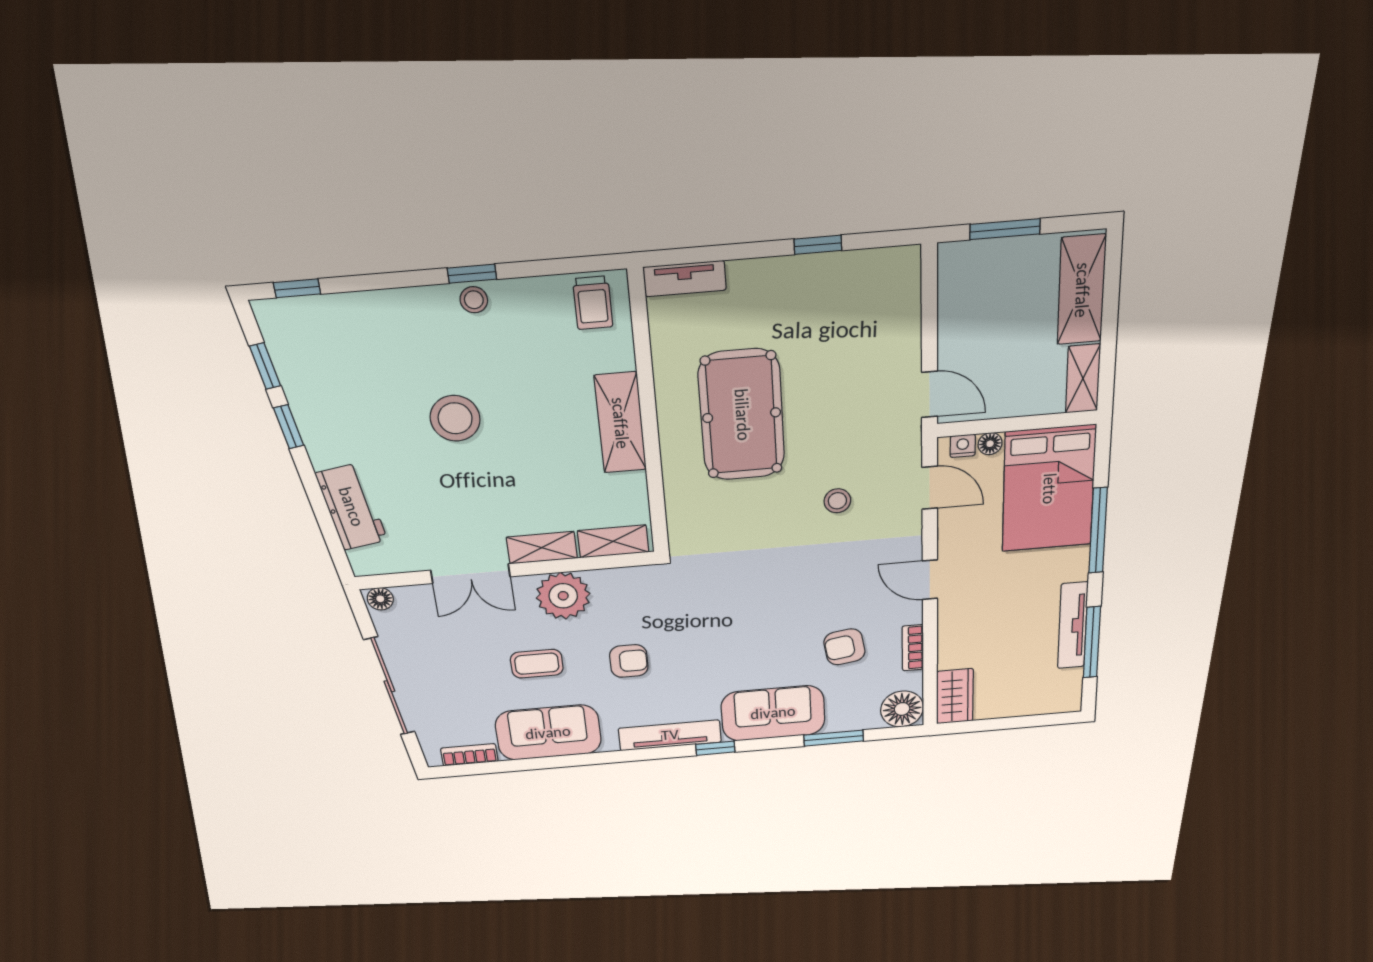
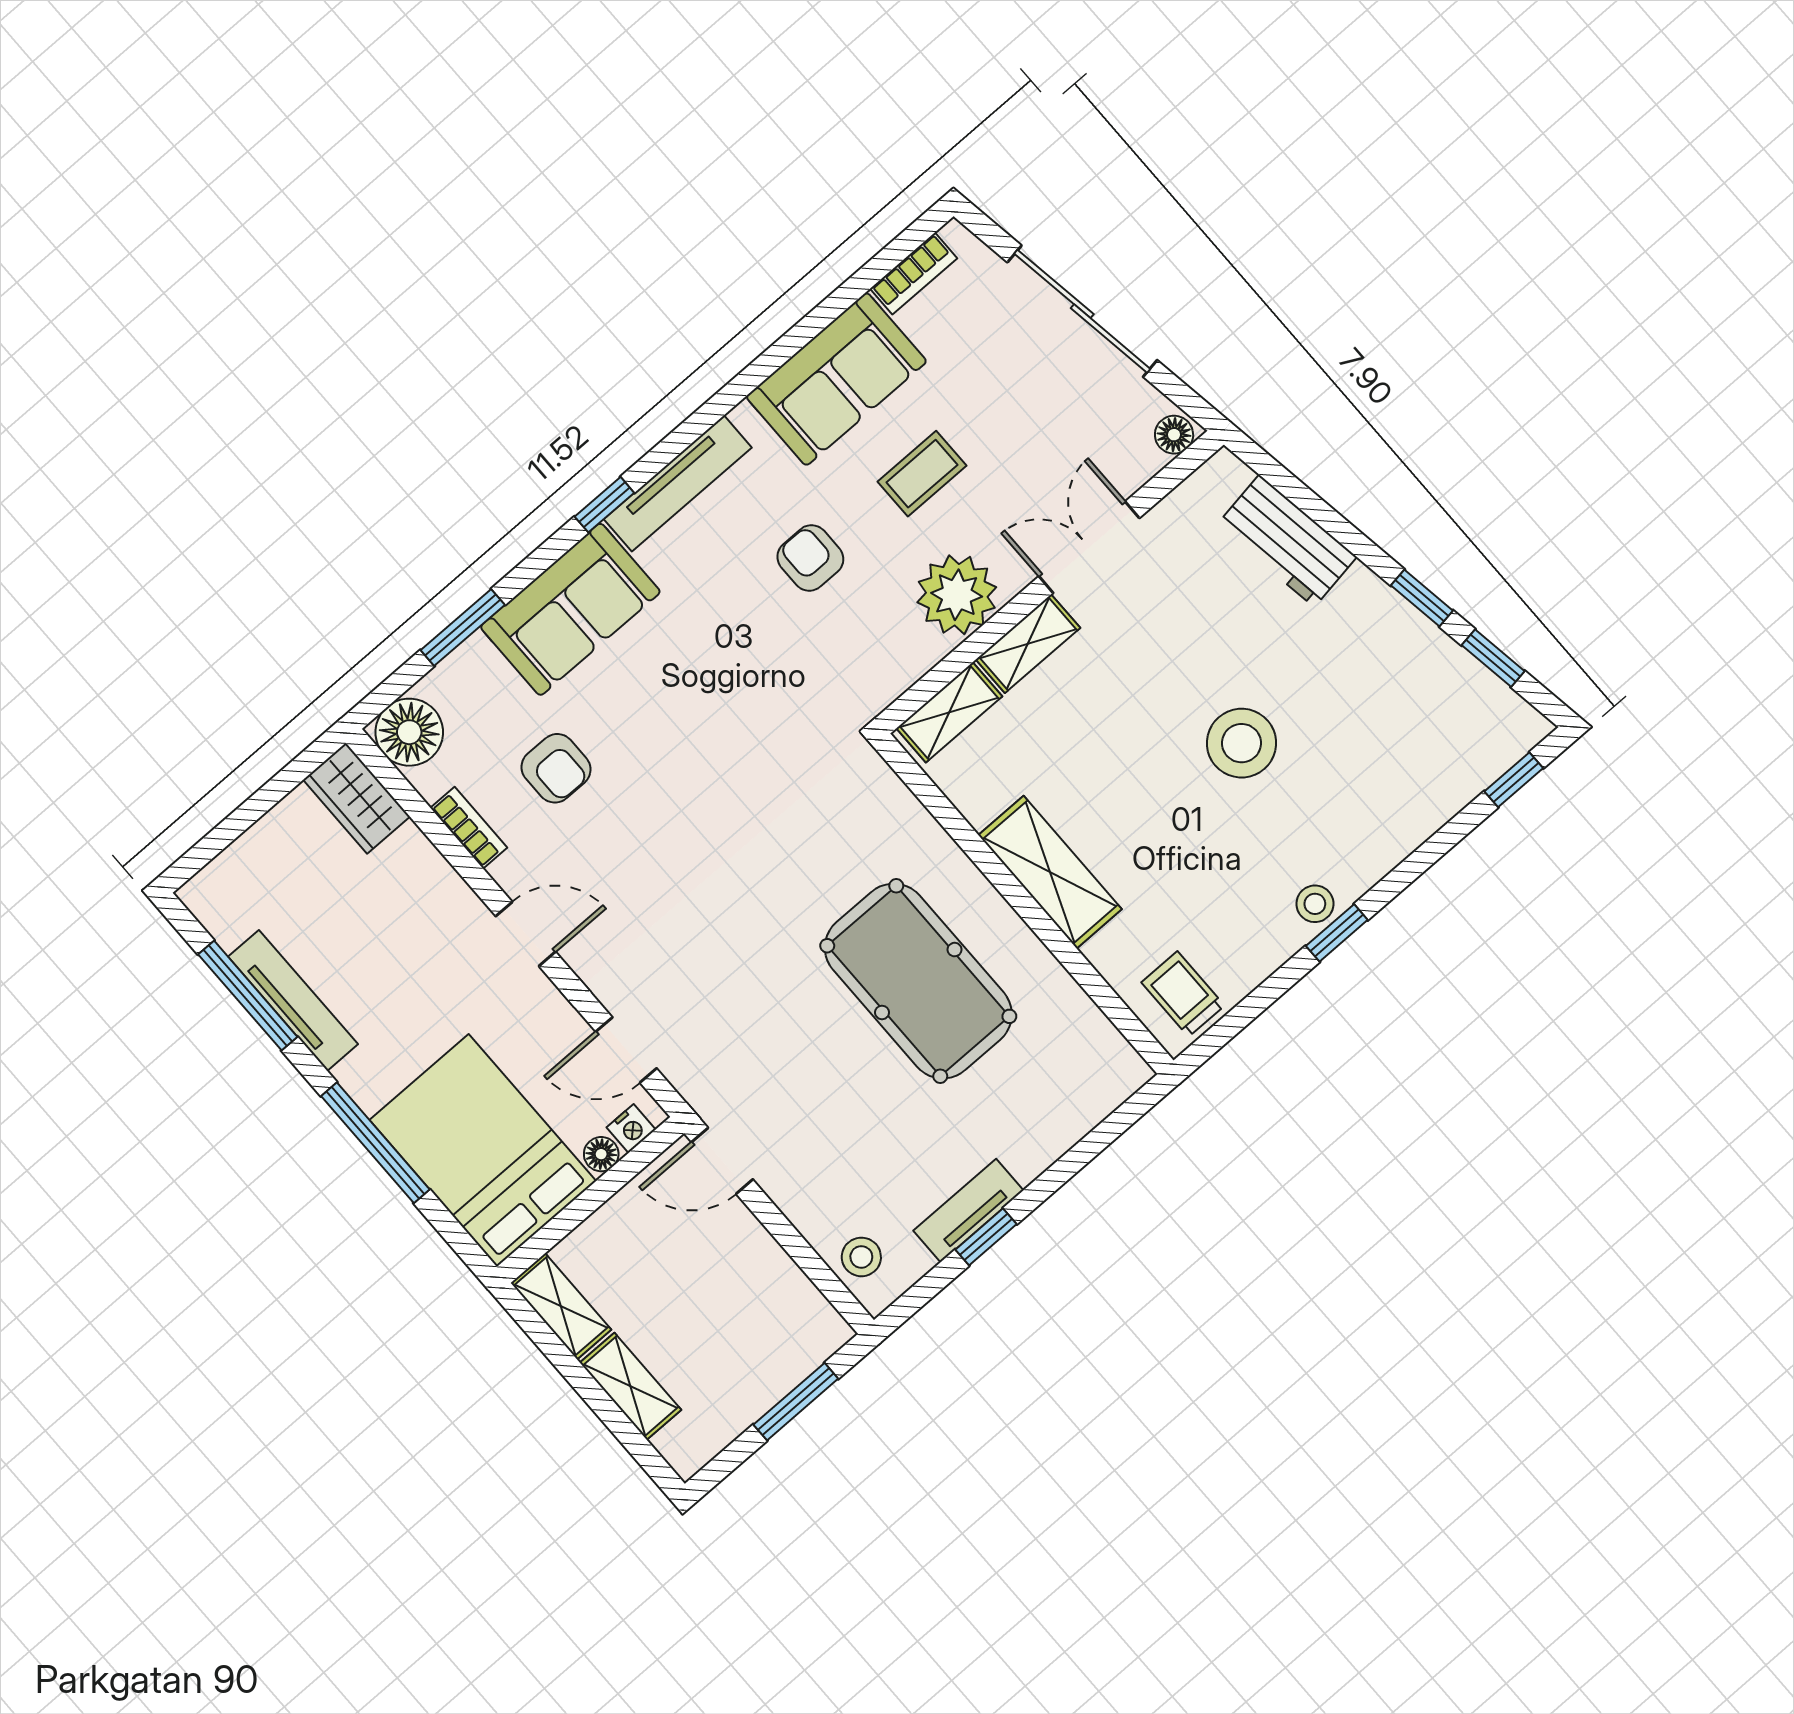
tv unit: (685, 279) -> (968, 1210), moved
shelving: (1082, 290) -> (630, 1386), width x0.67, depth x0.75
stool: (837, 501) -> (861, 1257), moved
armchair: (844, 647) -> (556, 768), turned 99
armchair: (629, 661) -> (810, 558), turned 90

